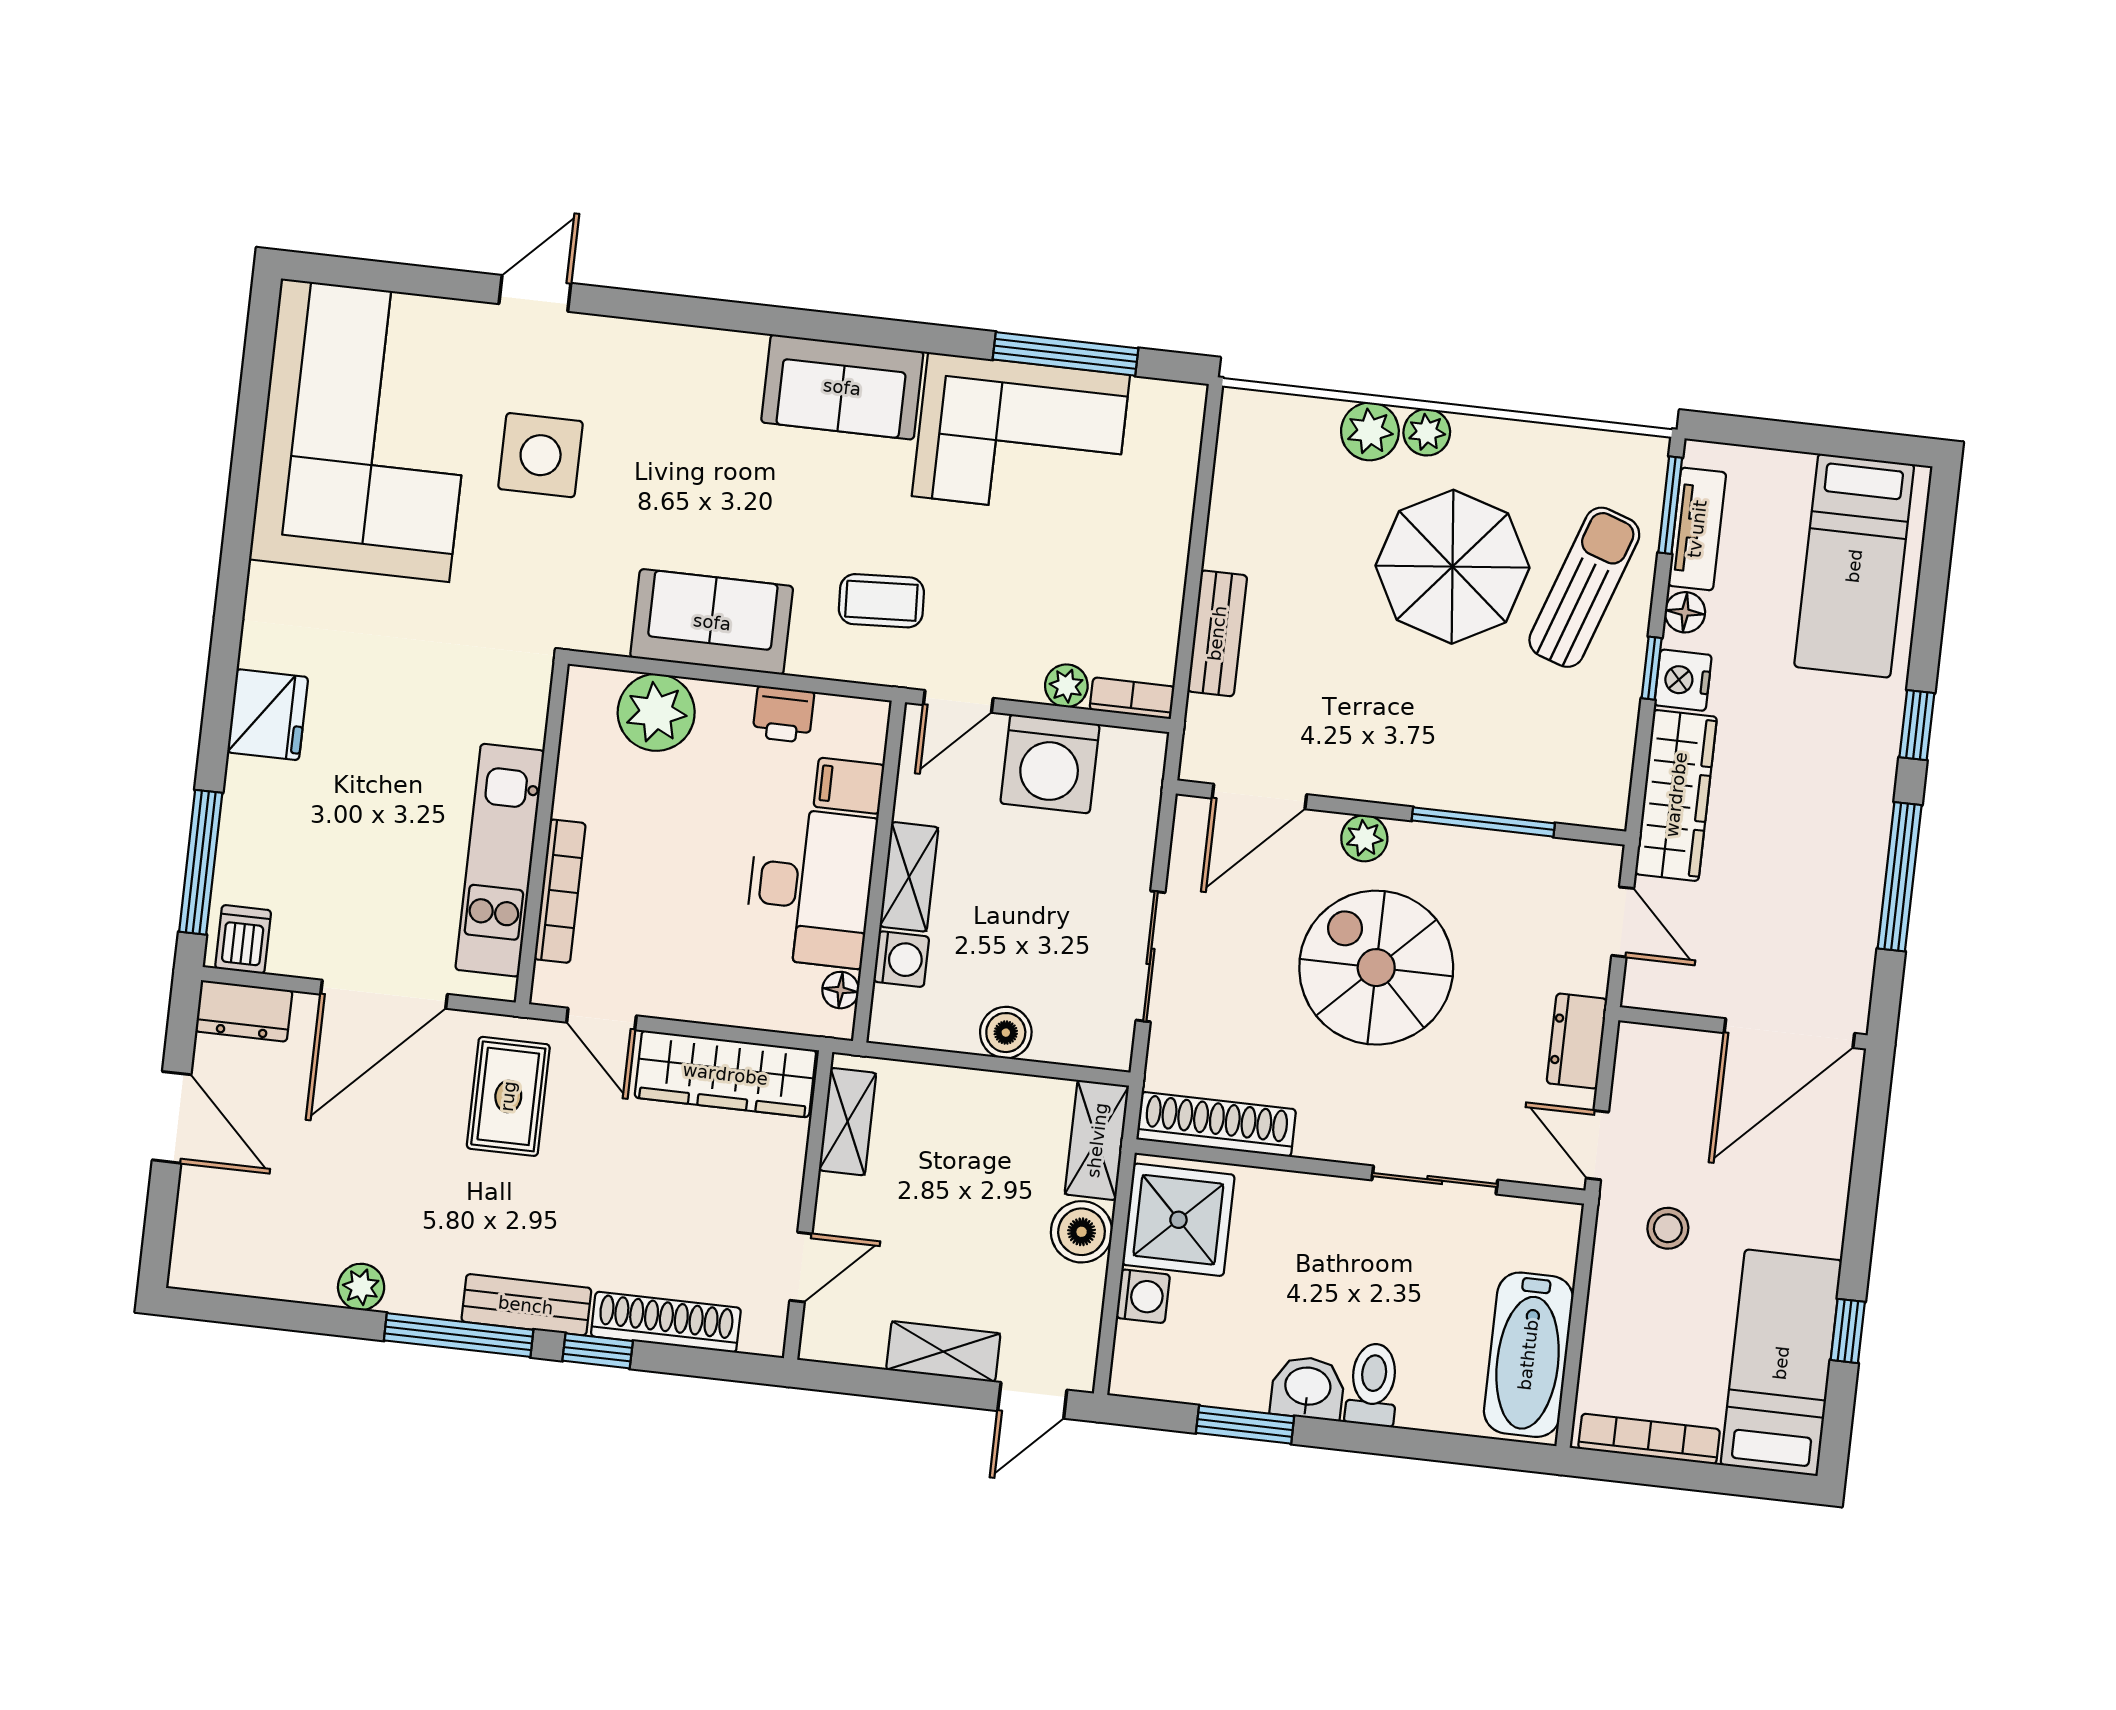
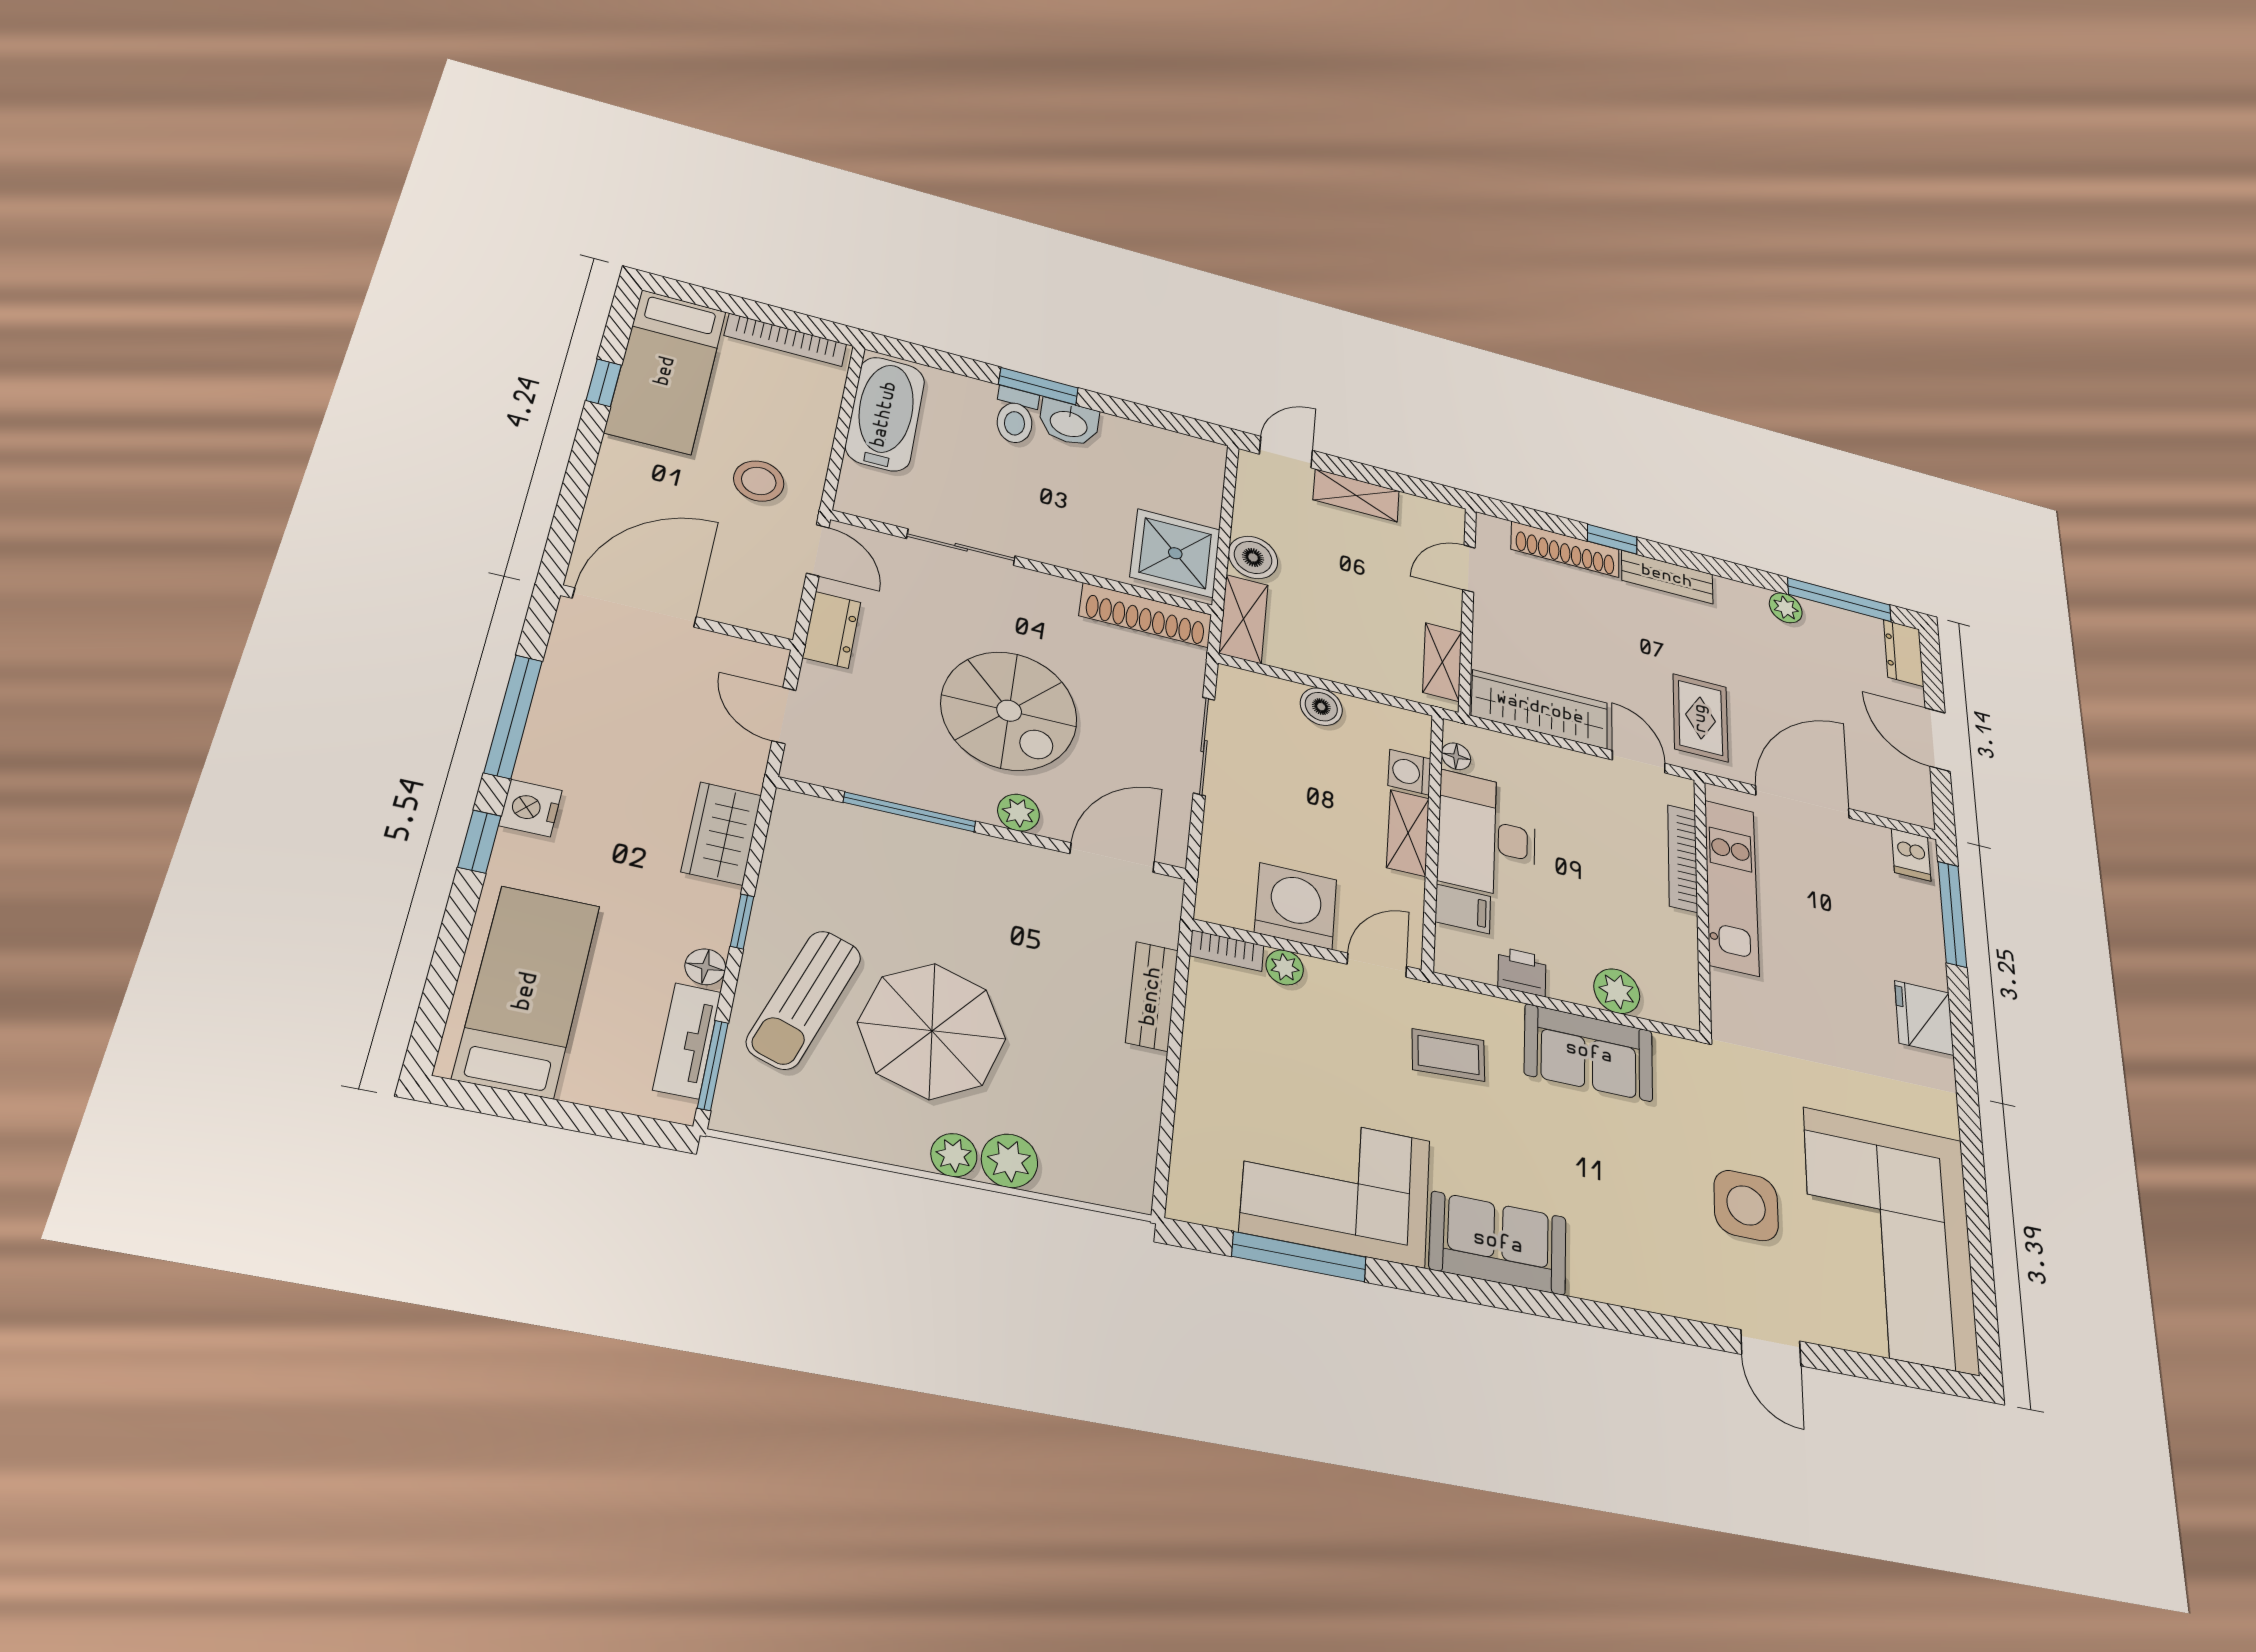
door: (535, 293) -> (1771, 1348), hinge flipped
nightstand: (1683, 680) -> (530, 808), moved, turned 180
plant: (656, 712) -> (1617, 991), width x0.73, depth x0.73
wardrobe: (1676, 795) -> (721, 833), width x0.67
dresser: (244, 1011) -> (1904, 653), moved, turned -90
stool: (1668, 1228) -> (759, 481), width x1.37, depth x1.37
washing machine: (1143, 1296) -> (1202, 506), removed
window: (459, 1335) -> (1839, 600), moved
window: (1245, 1425) -> (1038, 386), moved

